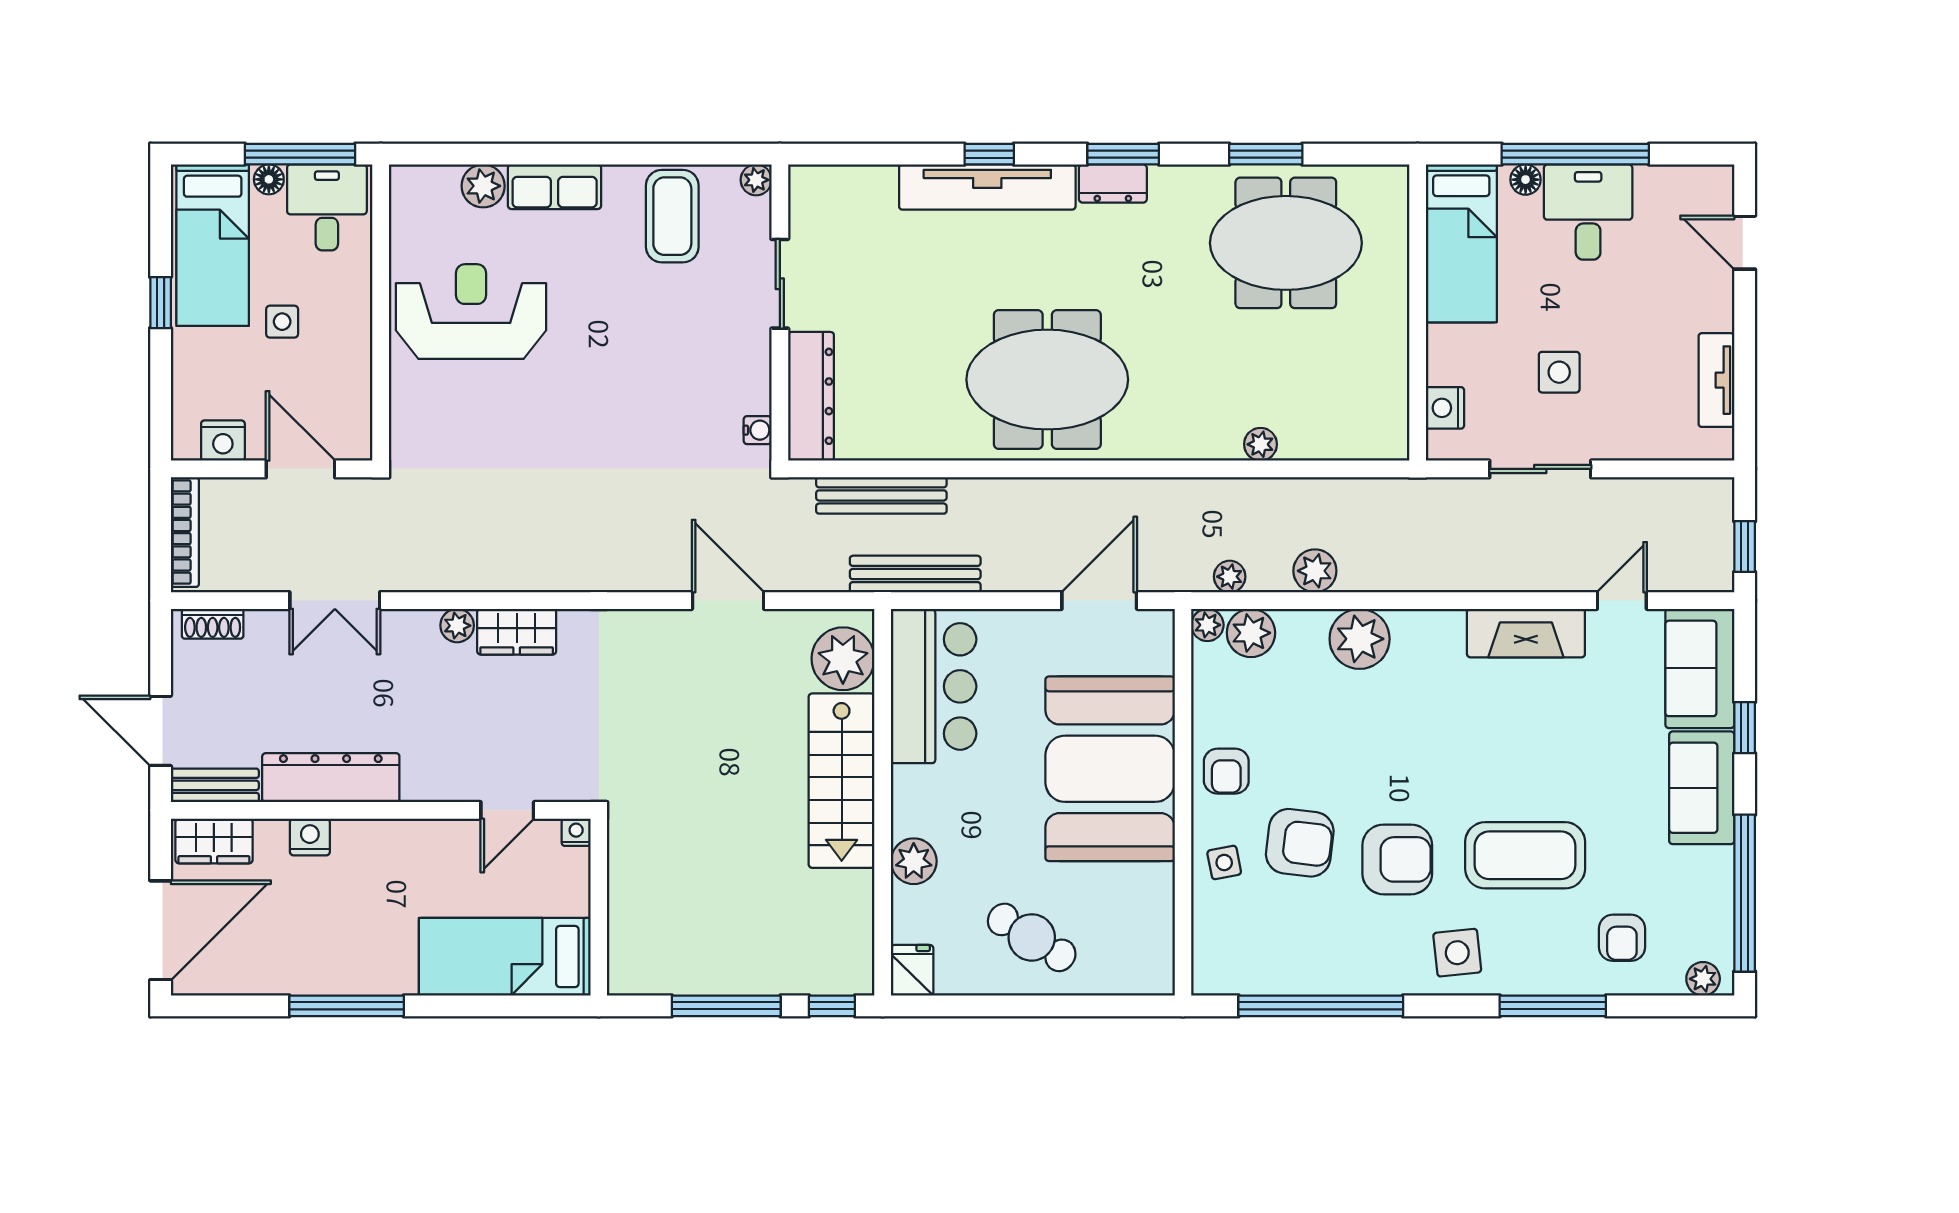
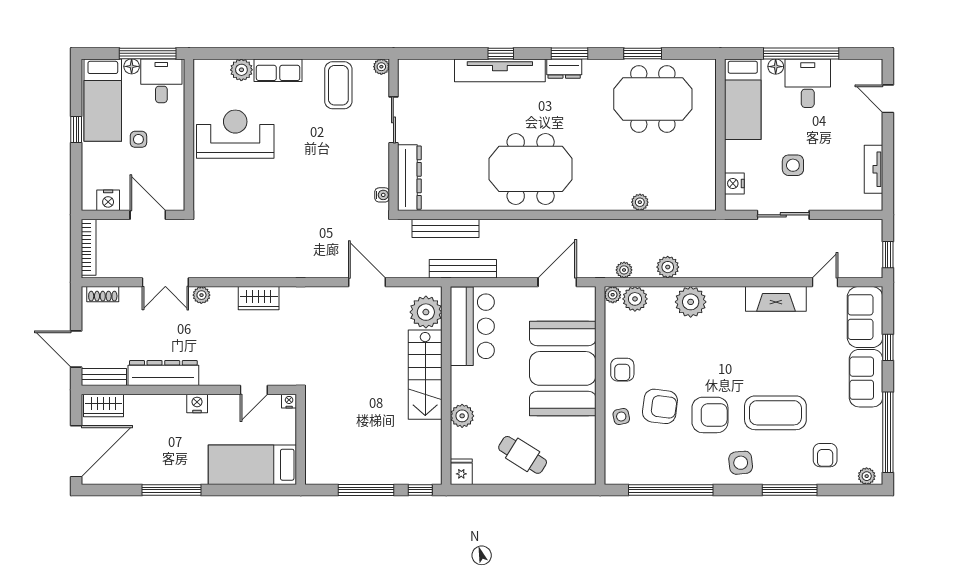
plant: (457, 626) -> (201, 295), moved
nightstand: (310, 837) -> (197, 403), moved

